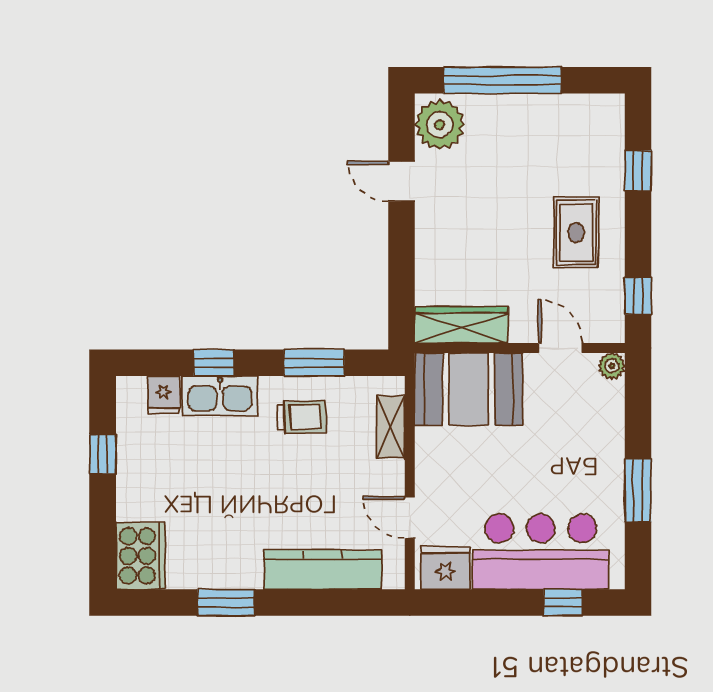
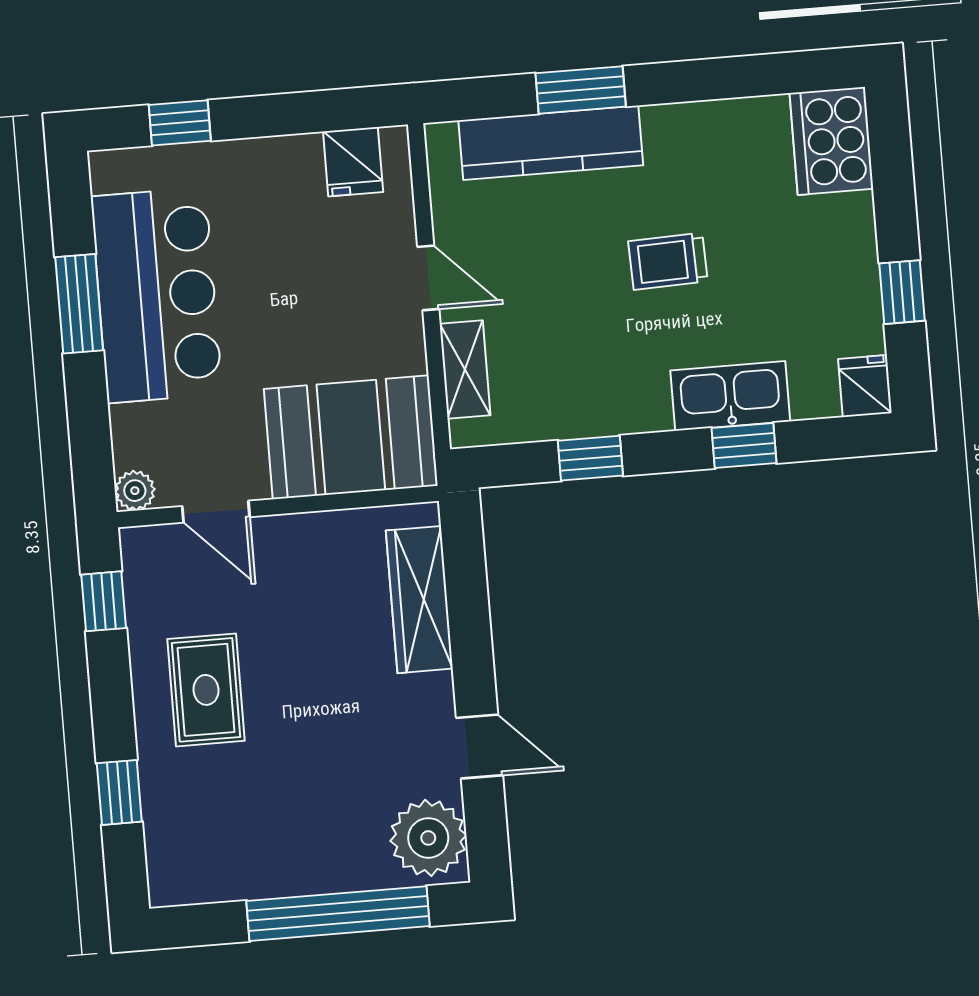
wardrobe: (461, 325) -> (419, 600), moved, turned 90
window: (314, 363) -> (590, 458), width x0.67
fridge: (164, 395) -> (865, 386), moved
trolley: (302, 417) -> (668, 261), moved
door: (410, 517) -> (428, 278), moved
bar counter: (541, 552) -> (157, 295), moved, turned -90
fridge: (446, 568) -> (353, 162), width x0.72
window: (226, 602) -> (581, 90), moved

